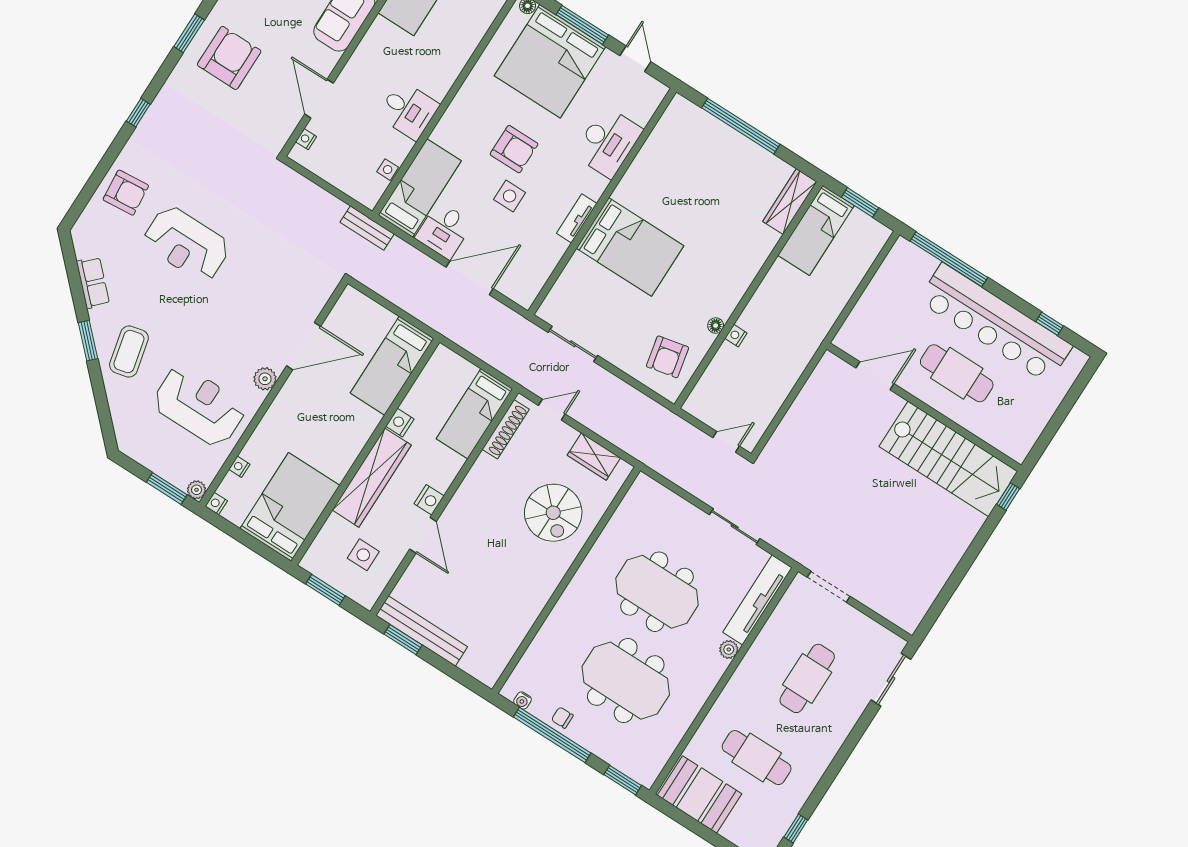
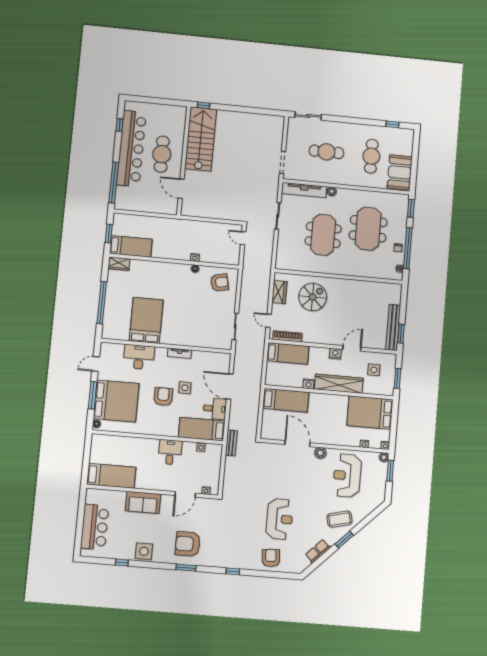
wardrobe: (790, 202) -> (119, 264), width x0.67
bed: (630, 247) -> (146, 320), moved

